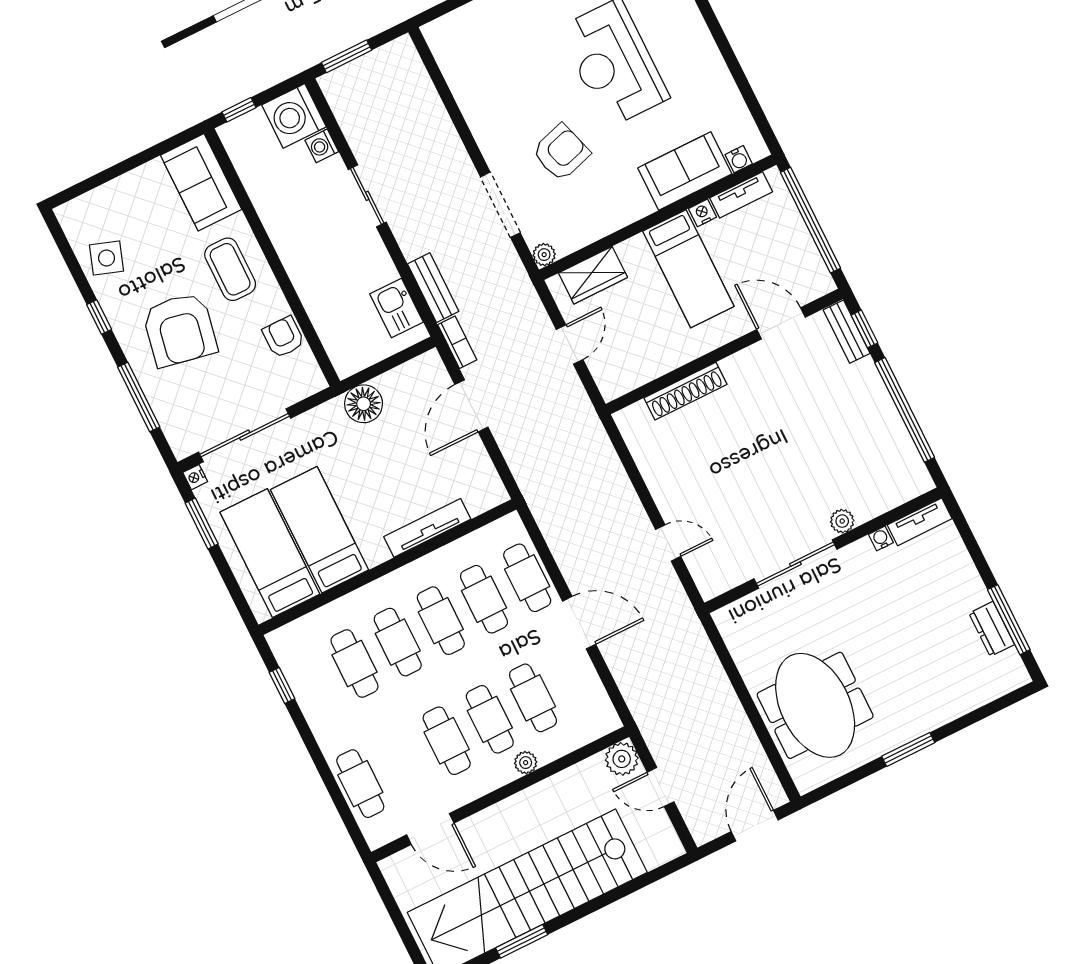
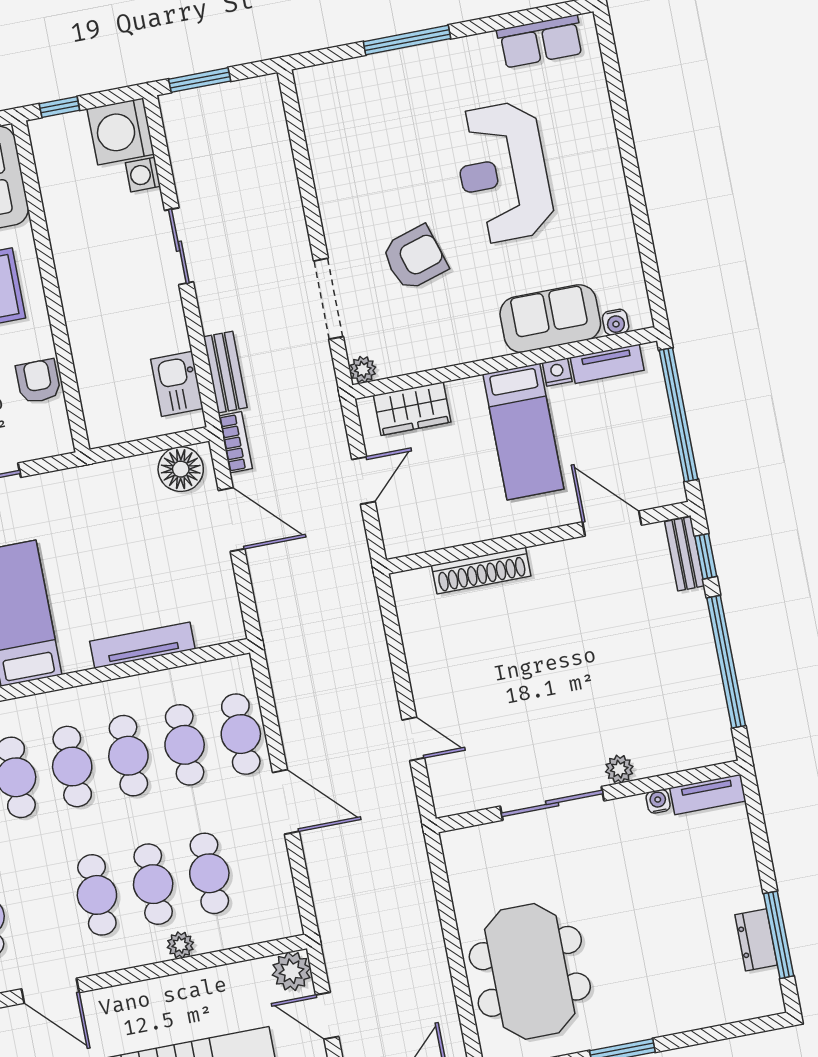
floor lamp: (364, 404) -> (181, 469), moved
door: (471, 406) -> (232, 520), swing flipped

